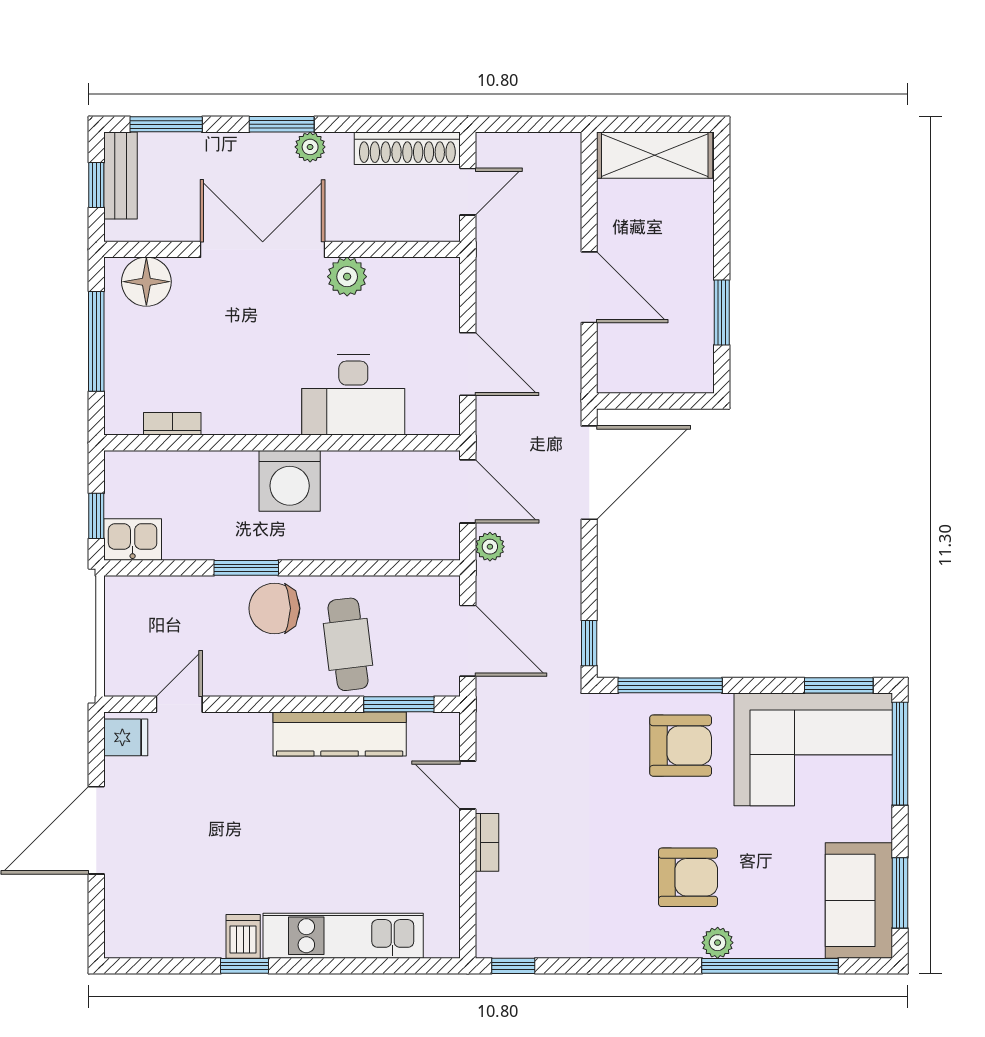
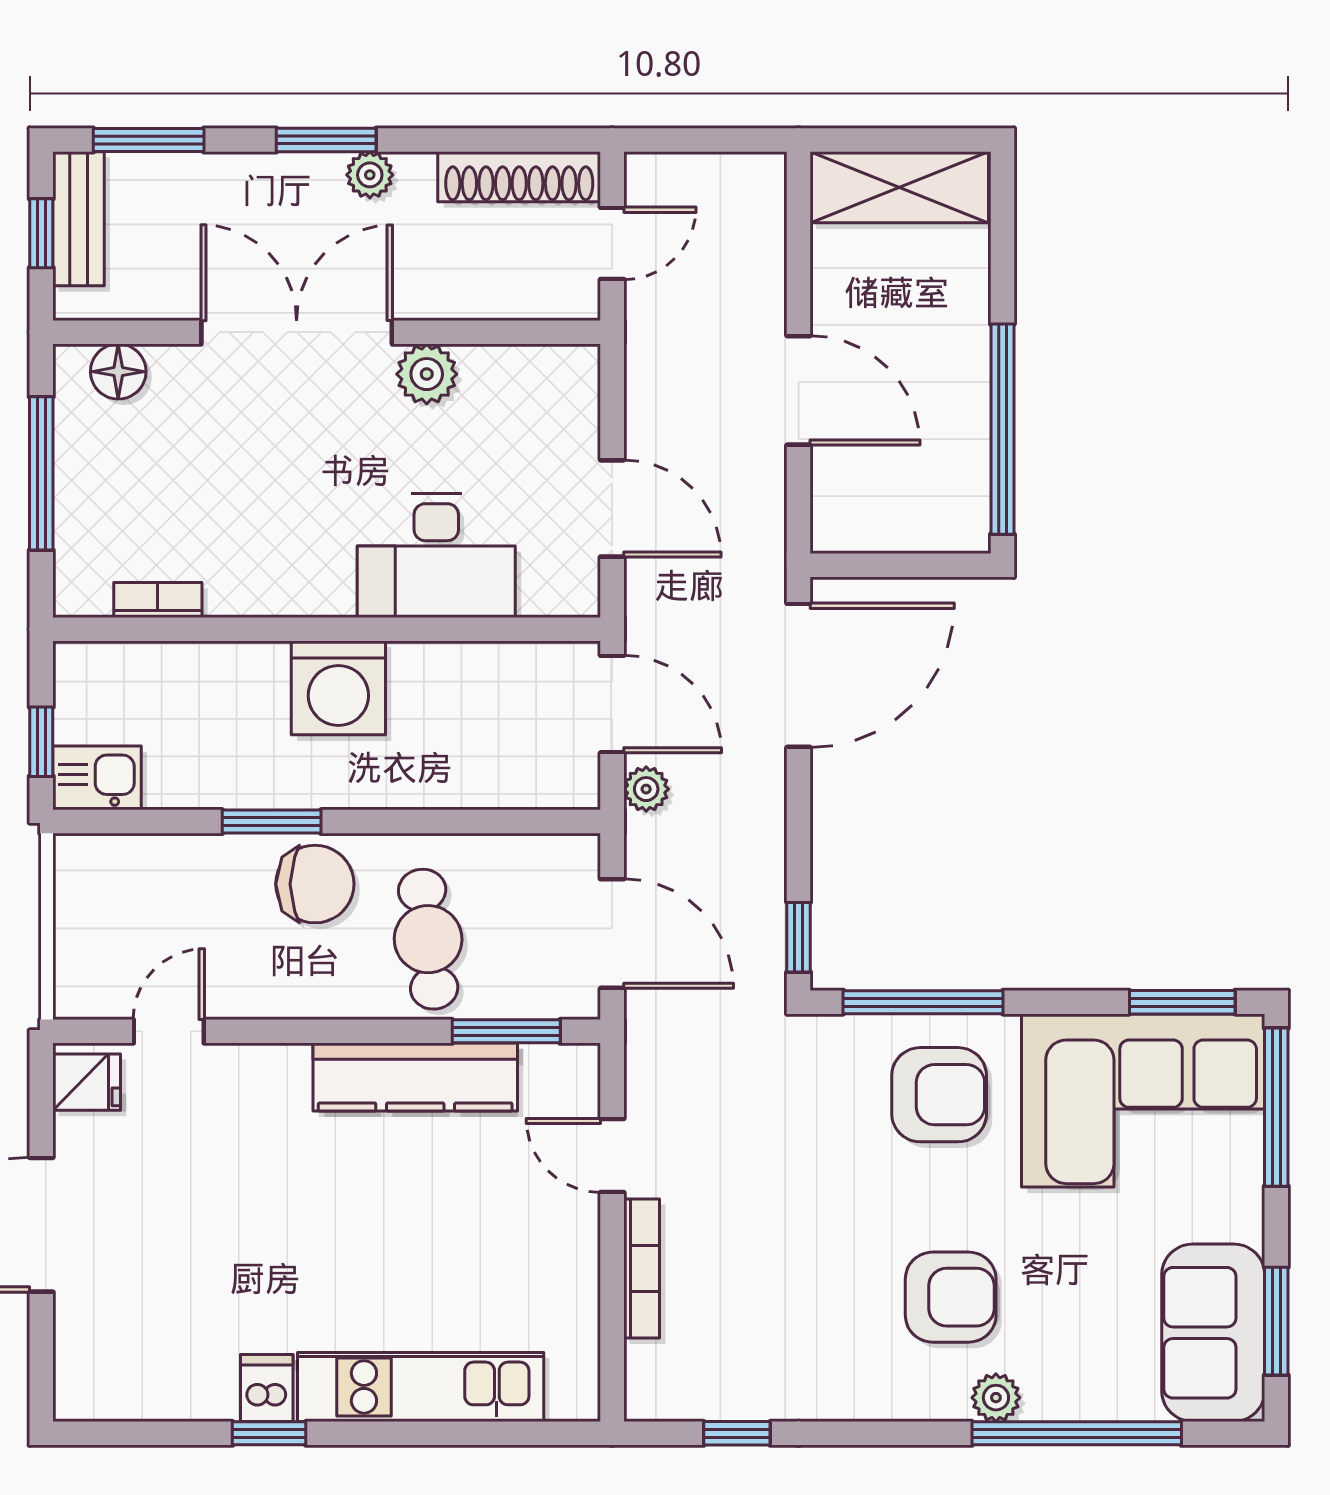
floor lamp: (146, 282) -> (118, 372), width x0.73, depth x0.73
window: (722, 312) -> (1002, 429), width x2.11
chair: (274, 608) -> (315, 884), turned 180
bookcase: (487, 842) -> (642, 1268), width x1.56
window: (513, 966) -> (737, 1433), moved

